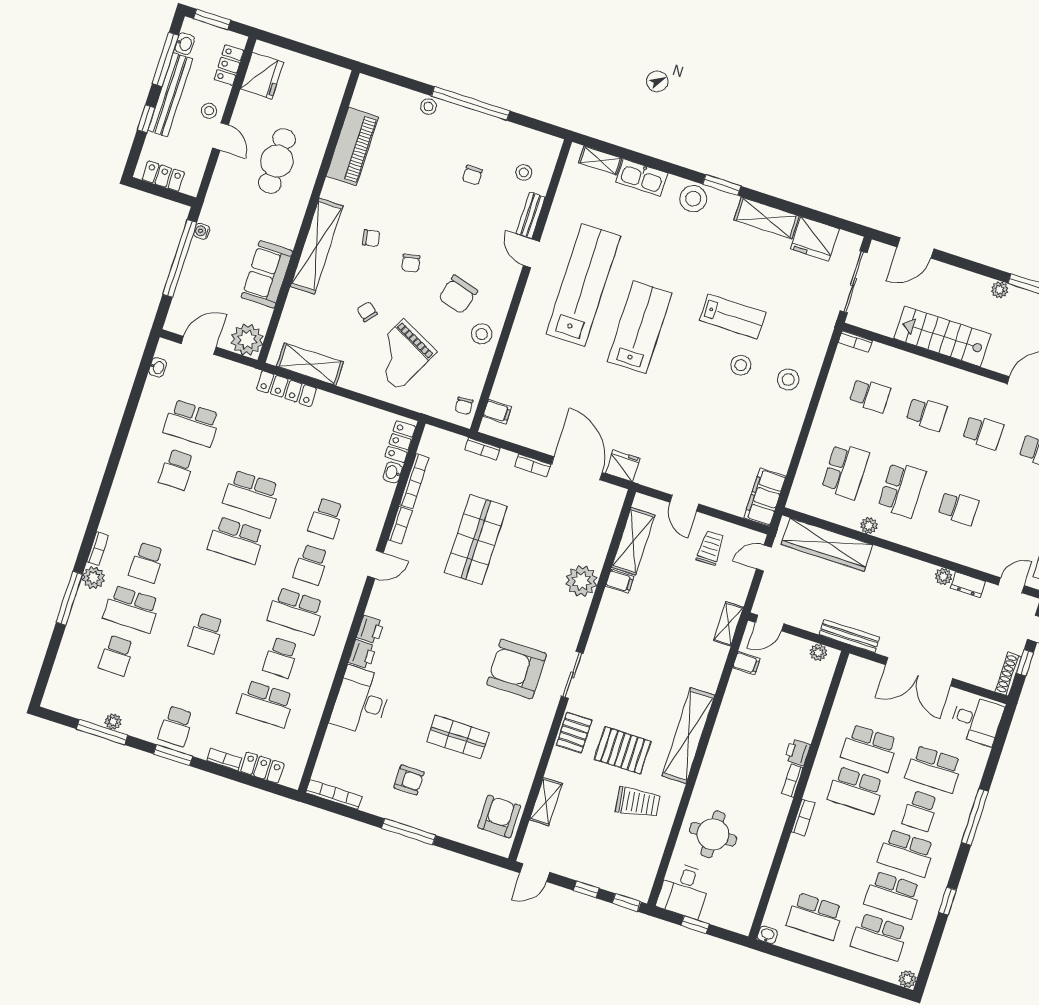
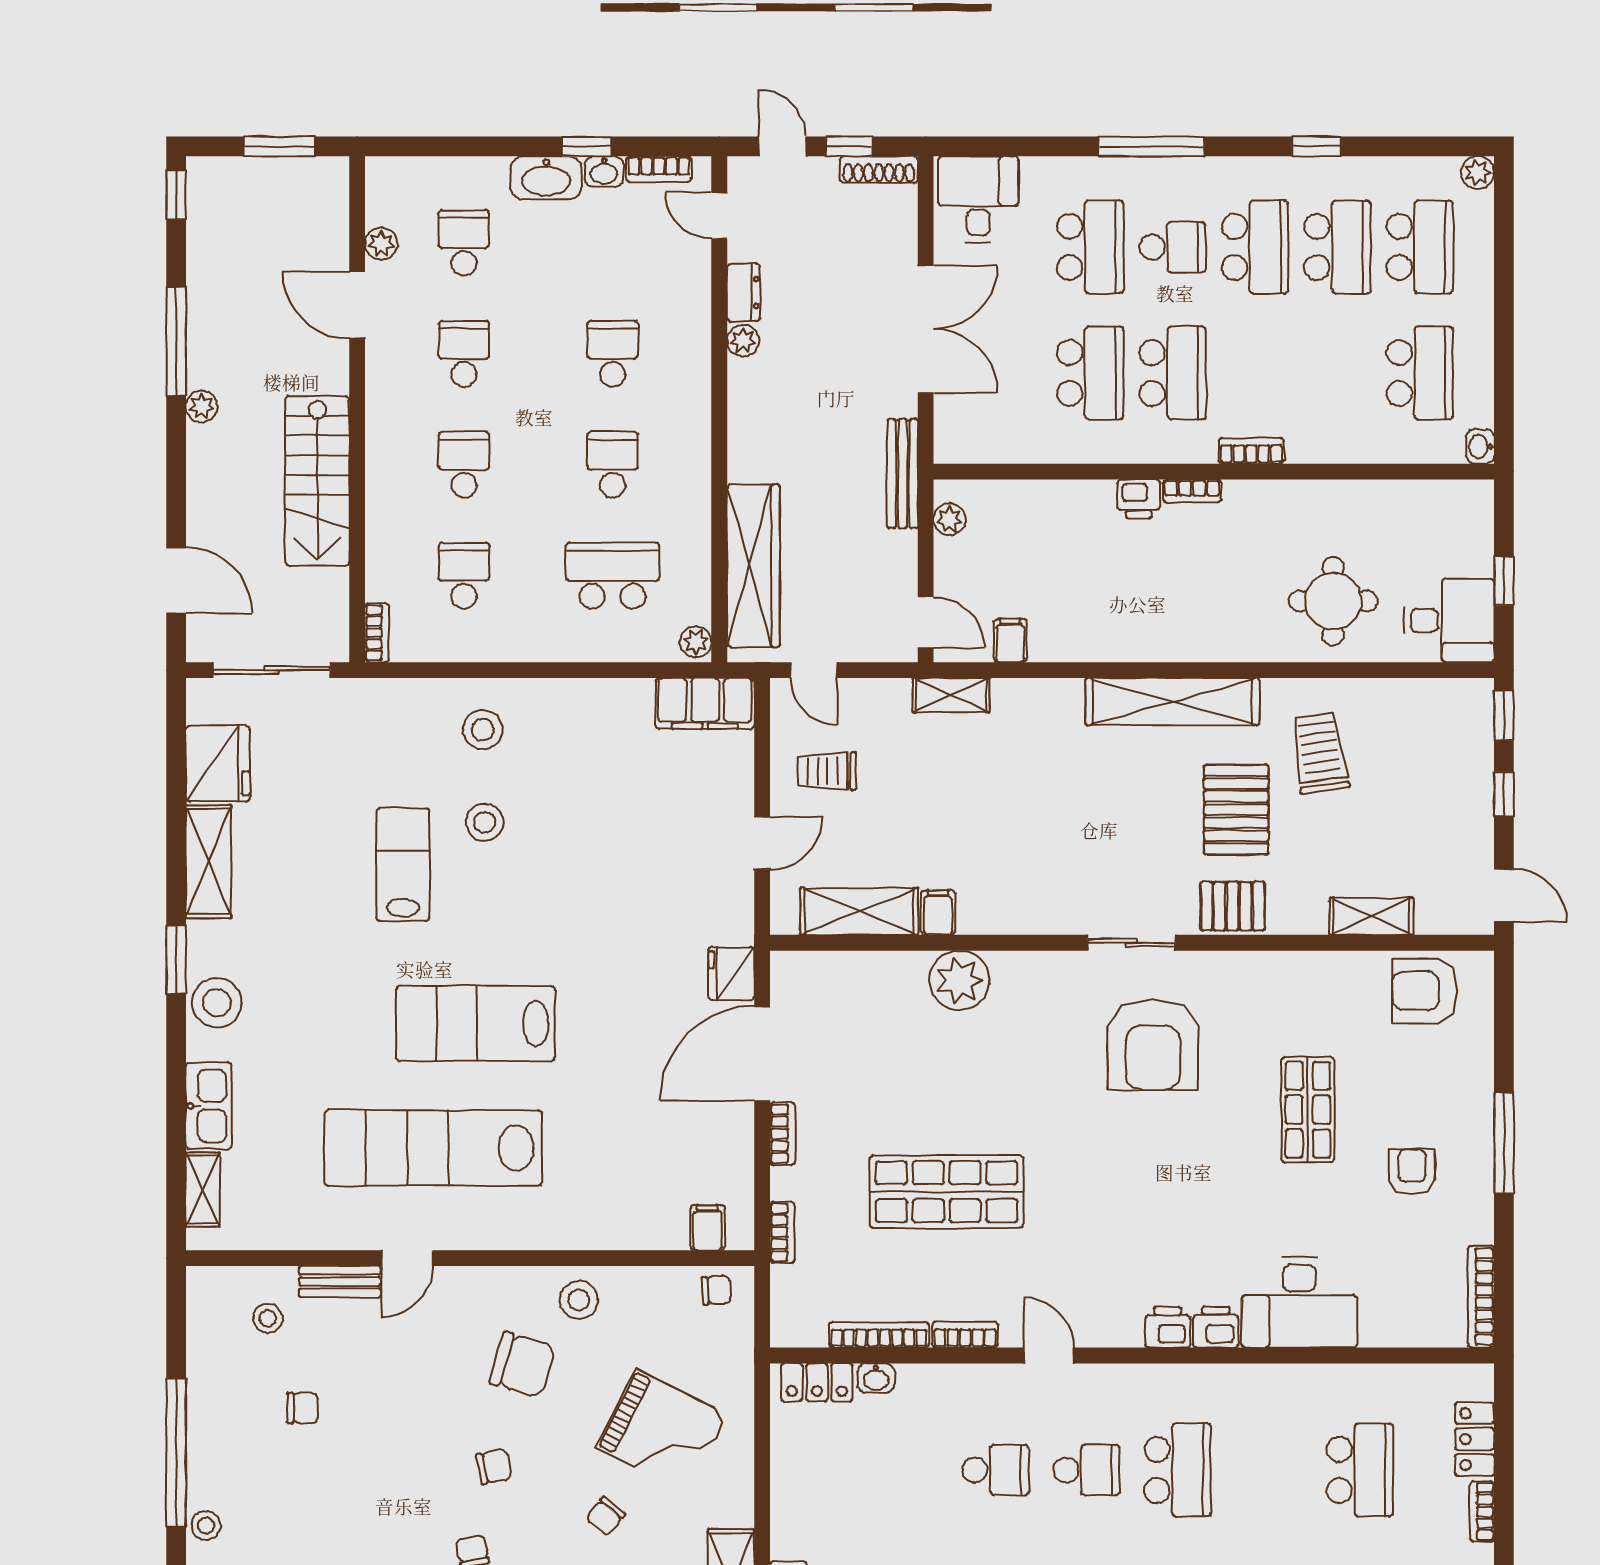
school desk: (902, 490) -> (613, 465), width x0.54
plant: (869, 526) -> (696, 642), moved
school desk: (281, 658) -> (1269, 1470), removed

